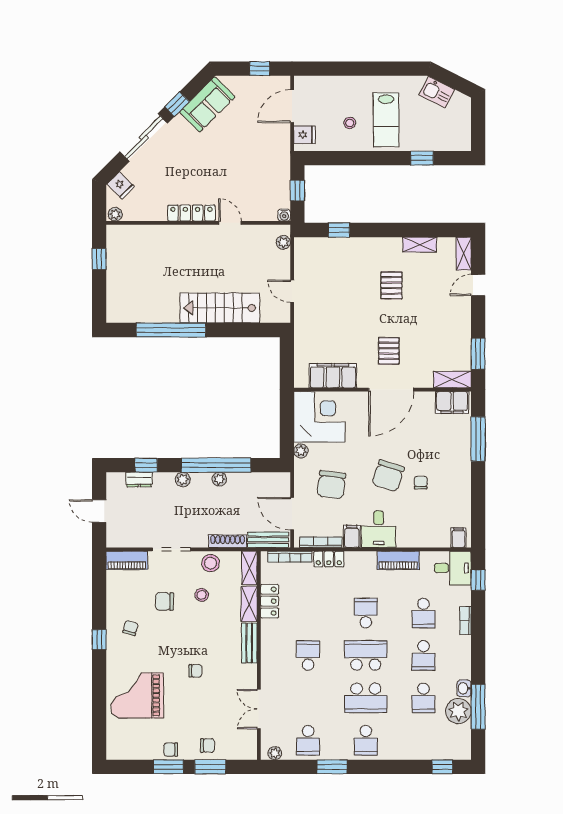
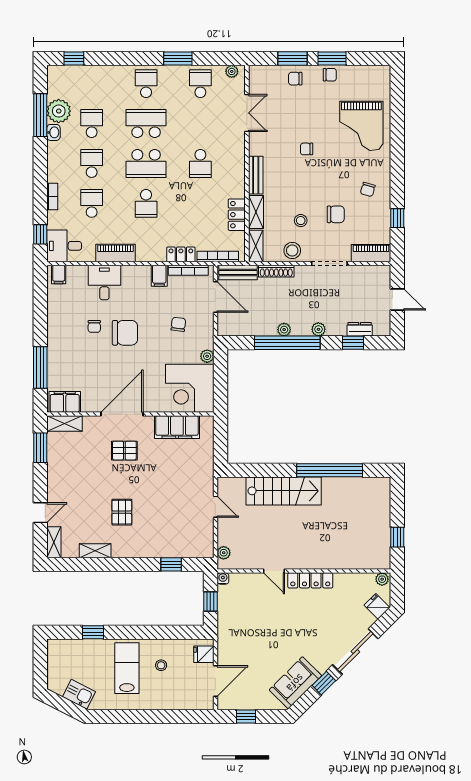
pallet: (389, 351) -> (124, 451), turned 90
chair: (388, 476) -> (125, 333), turned 72
chair: (331, 485) -> (178, 324), width x0.54, depth x0.54
desk: (379, 529) -> (104, 283), moved
window: (99, 640) -> (397, 218), moved
grand piano: (137, 695) -> (361, 126), turned 90

